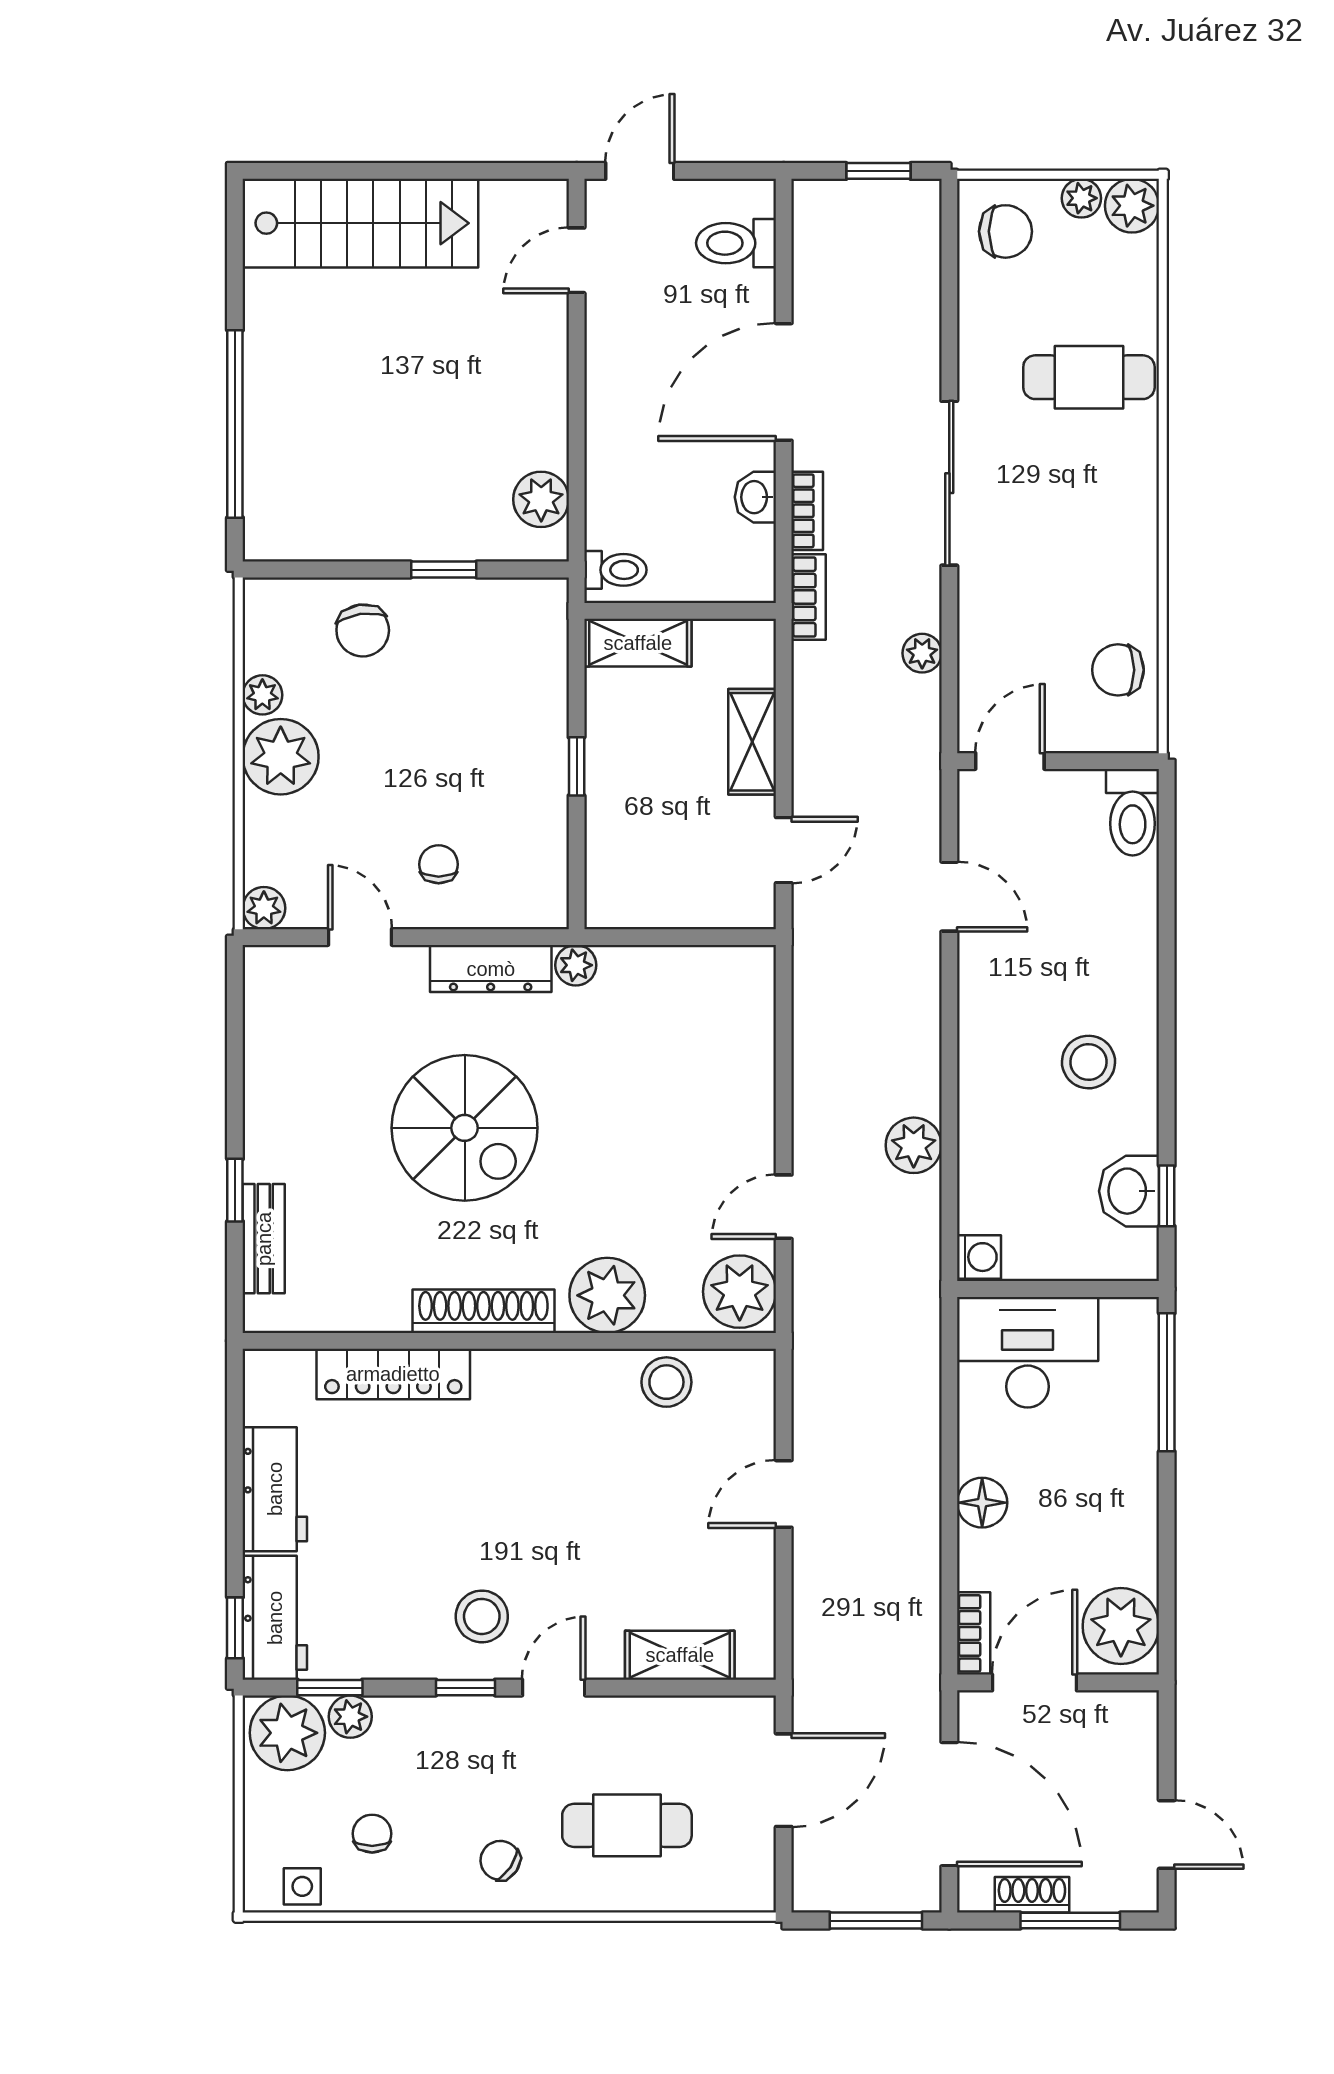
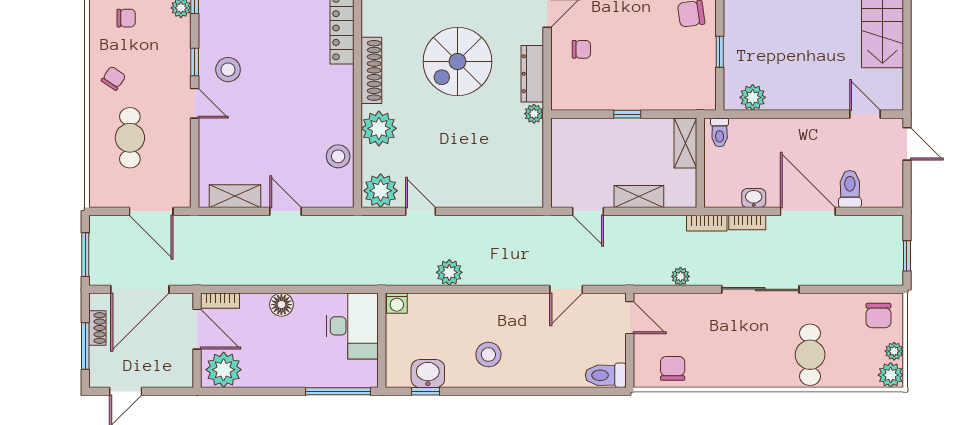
toilet: (736, 243) -> (850, 189), moved
shelving: (680, 1655) -> (235, 196), moved, turned 90

